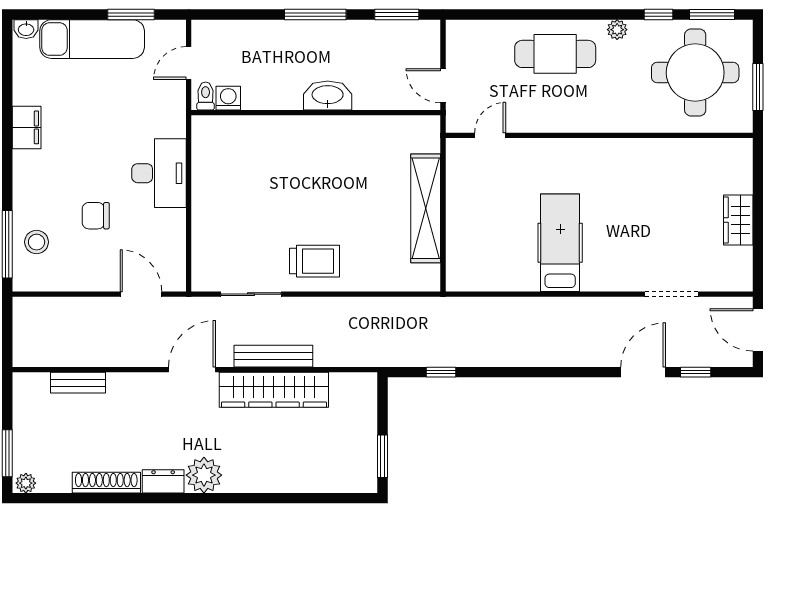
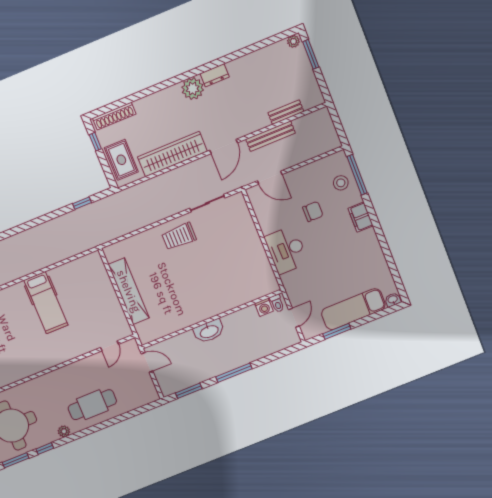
filing cabinet: (27, 127) -> (361, 217), moved
bench: (273, 356) -> (270, 136), moved
rug: (355, 413) -> (121, 160), added
window: (383, 456) -> (95, 142), width x0.67
shoe rack: (106, 483) -> (114, 116), moved

